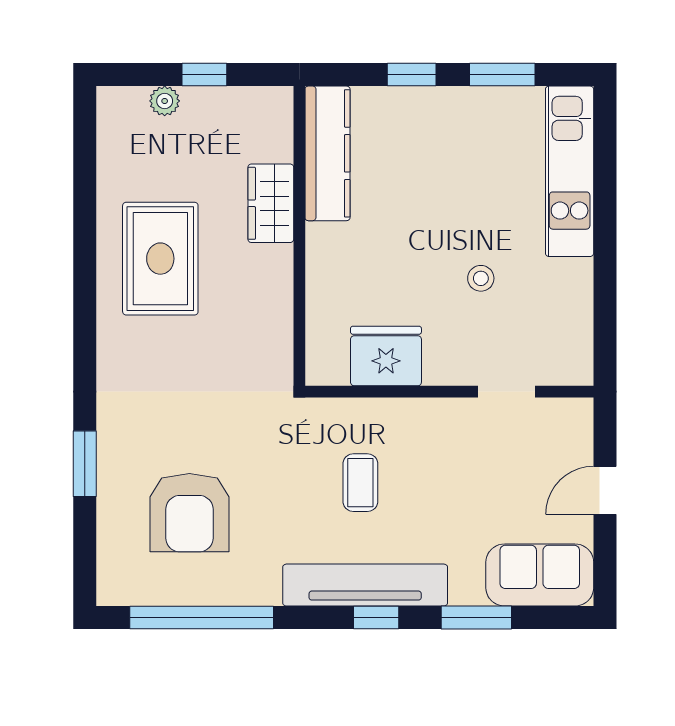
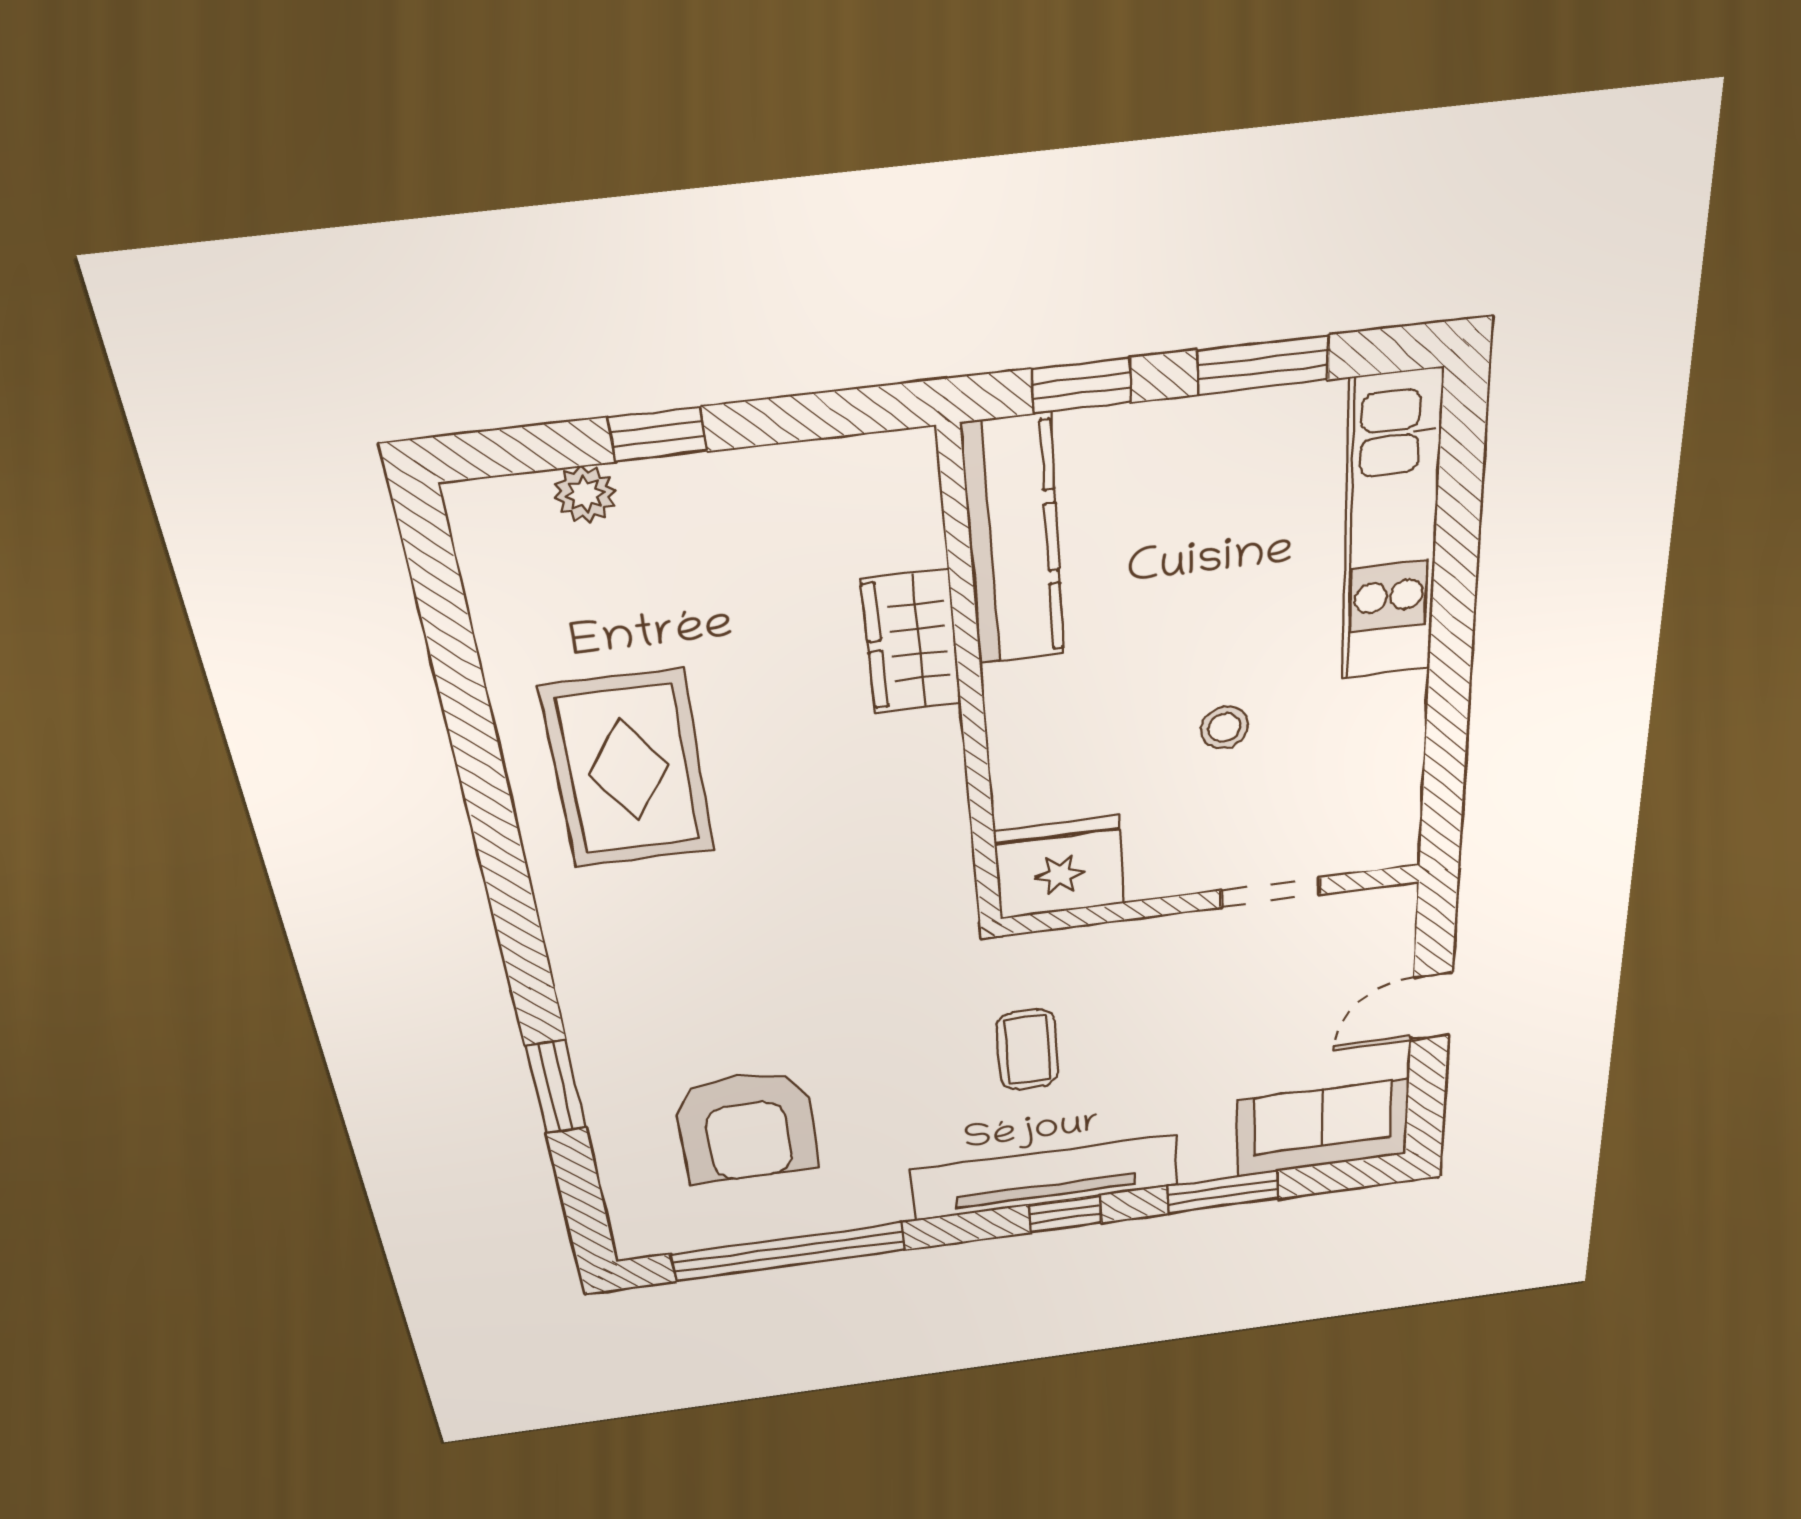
kitchen counter: (328, 153) -> (1014, 542), moved
wardrobe: (271, 203) -> (912, 642), moved
wall: (299, 236) -> (971, 690), moved

